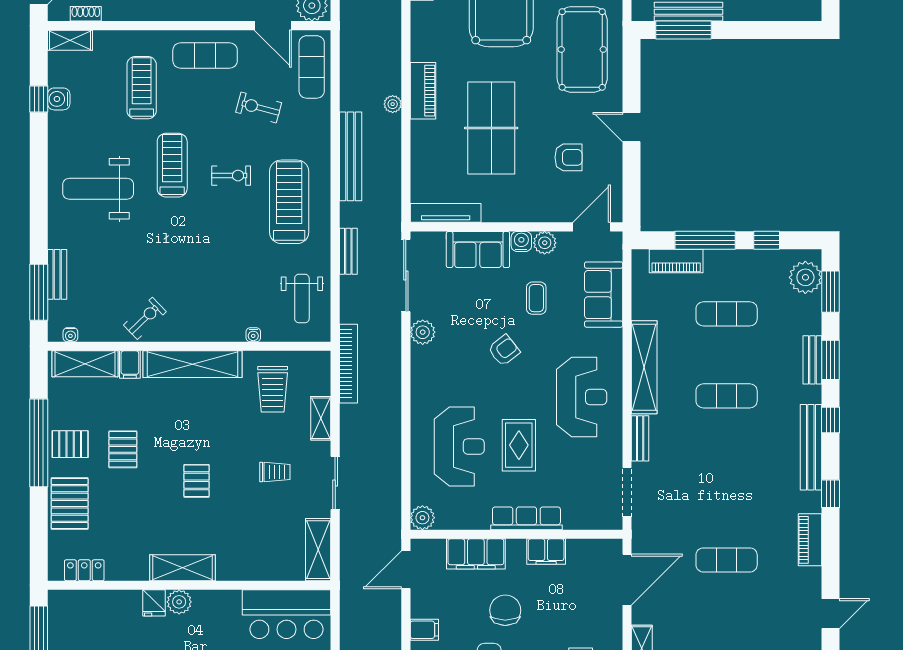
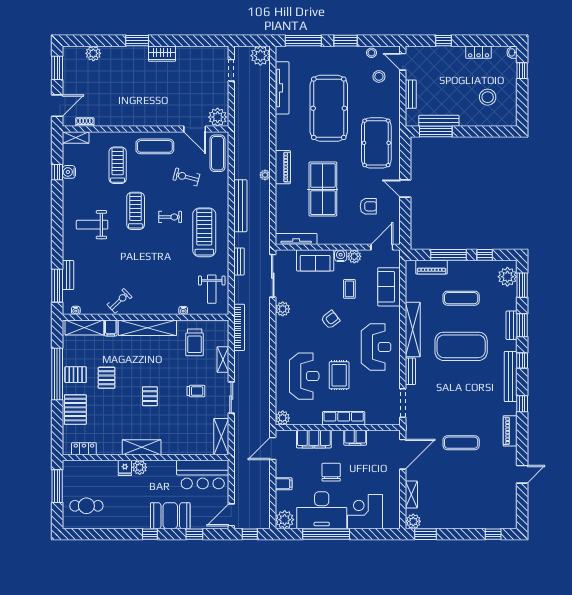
weight bench: (98, 189) -> (92, 225), width x0.73, depth x0.75
exercise mat: (727, 396) -> (461, 346), width x2.00, depth x1.45

